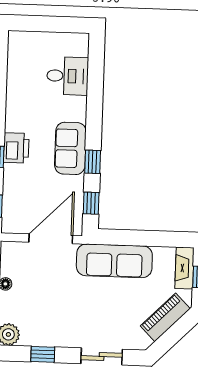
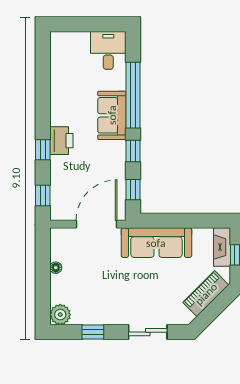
desk: (68, 76) -> (108, 50), moved, turned -90
window: (95, 102) -> (133, 95), added
sofa: (70, 148) -> (112, 115), moved

